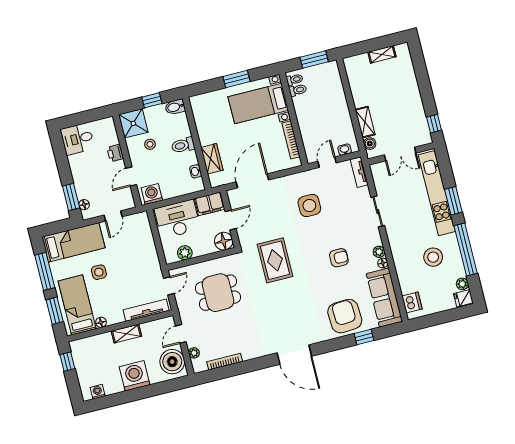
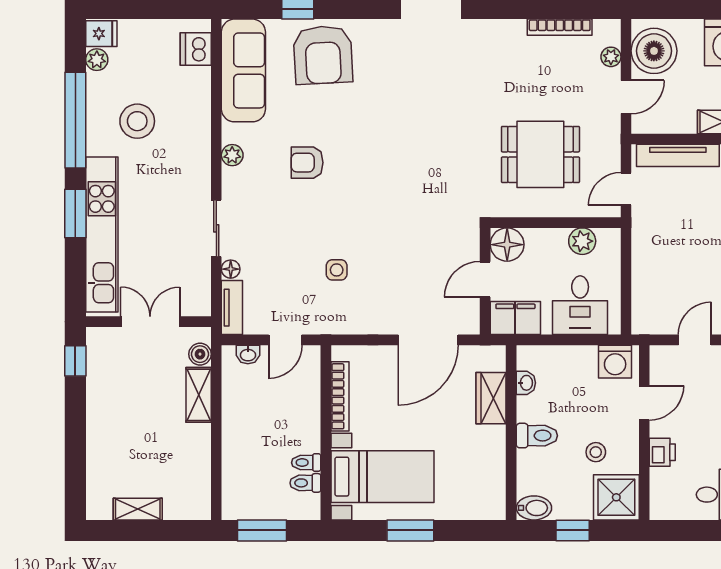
toilet: (295, 80) -> (306, 463), moved
side table: (309, 206) -> (337, 270), width x0.54, depth x0.54
desk: (177, 219) -> (580, 305), width x0.73
rug: (275, 260) -> (423, 187), removed
floor lamp: (383, 263) -> (231, 269), moved

